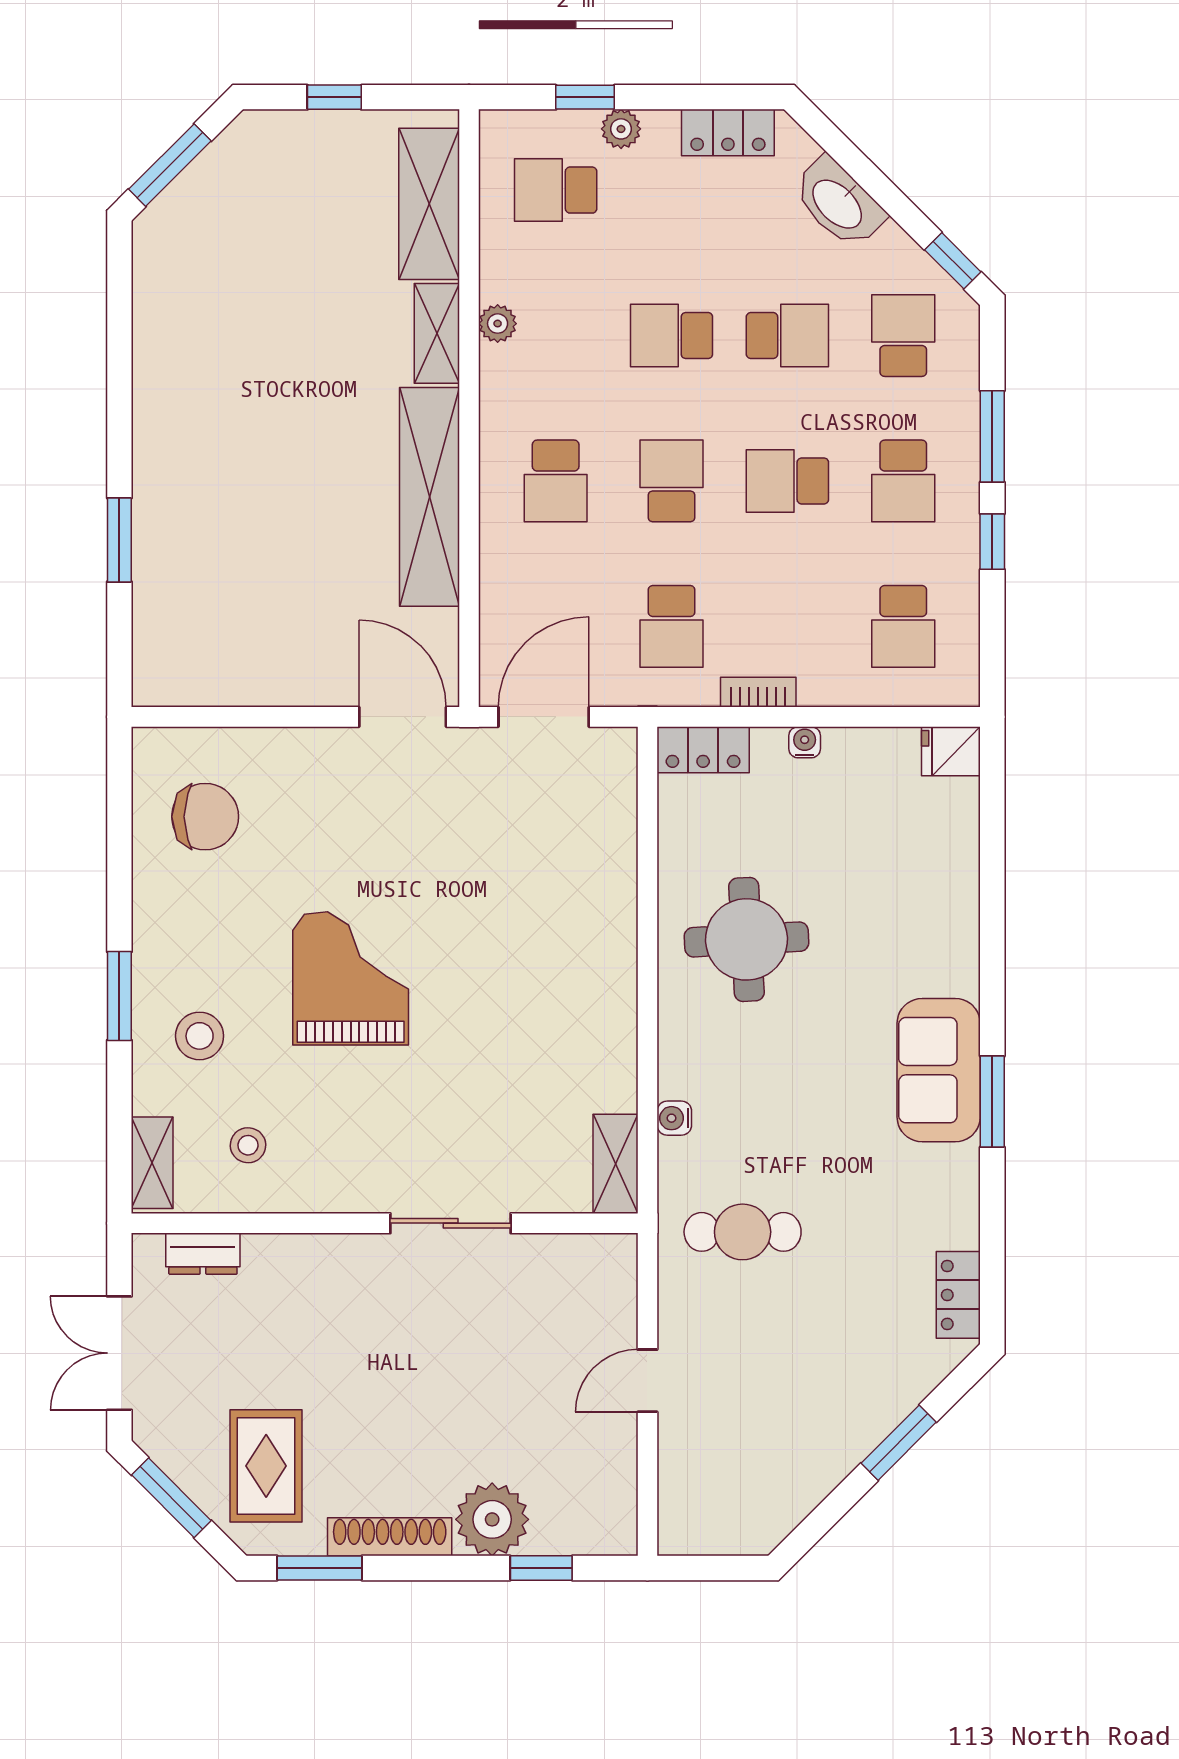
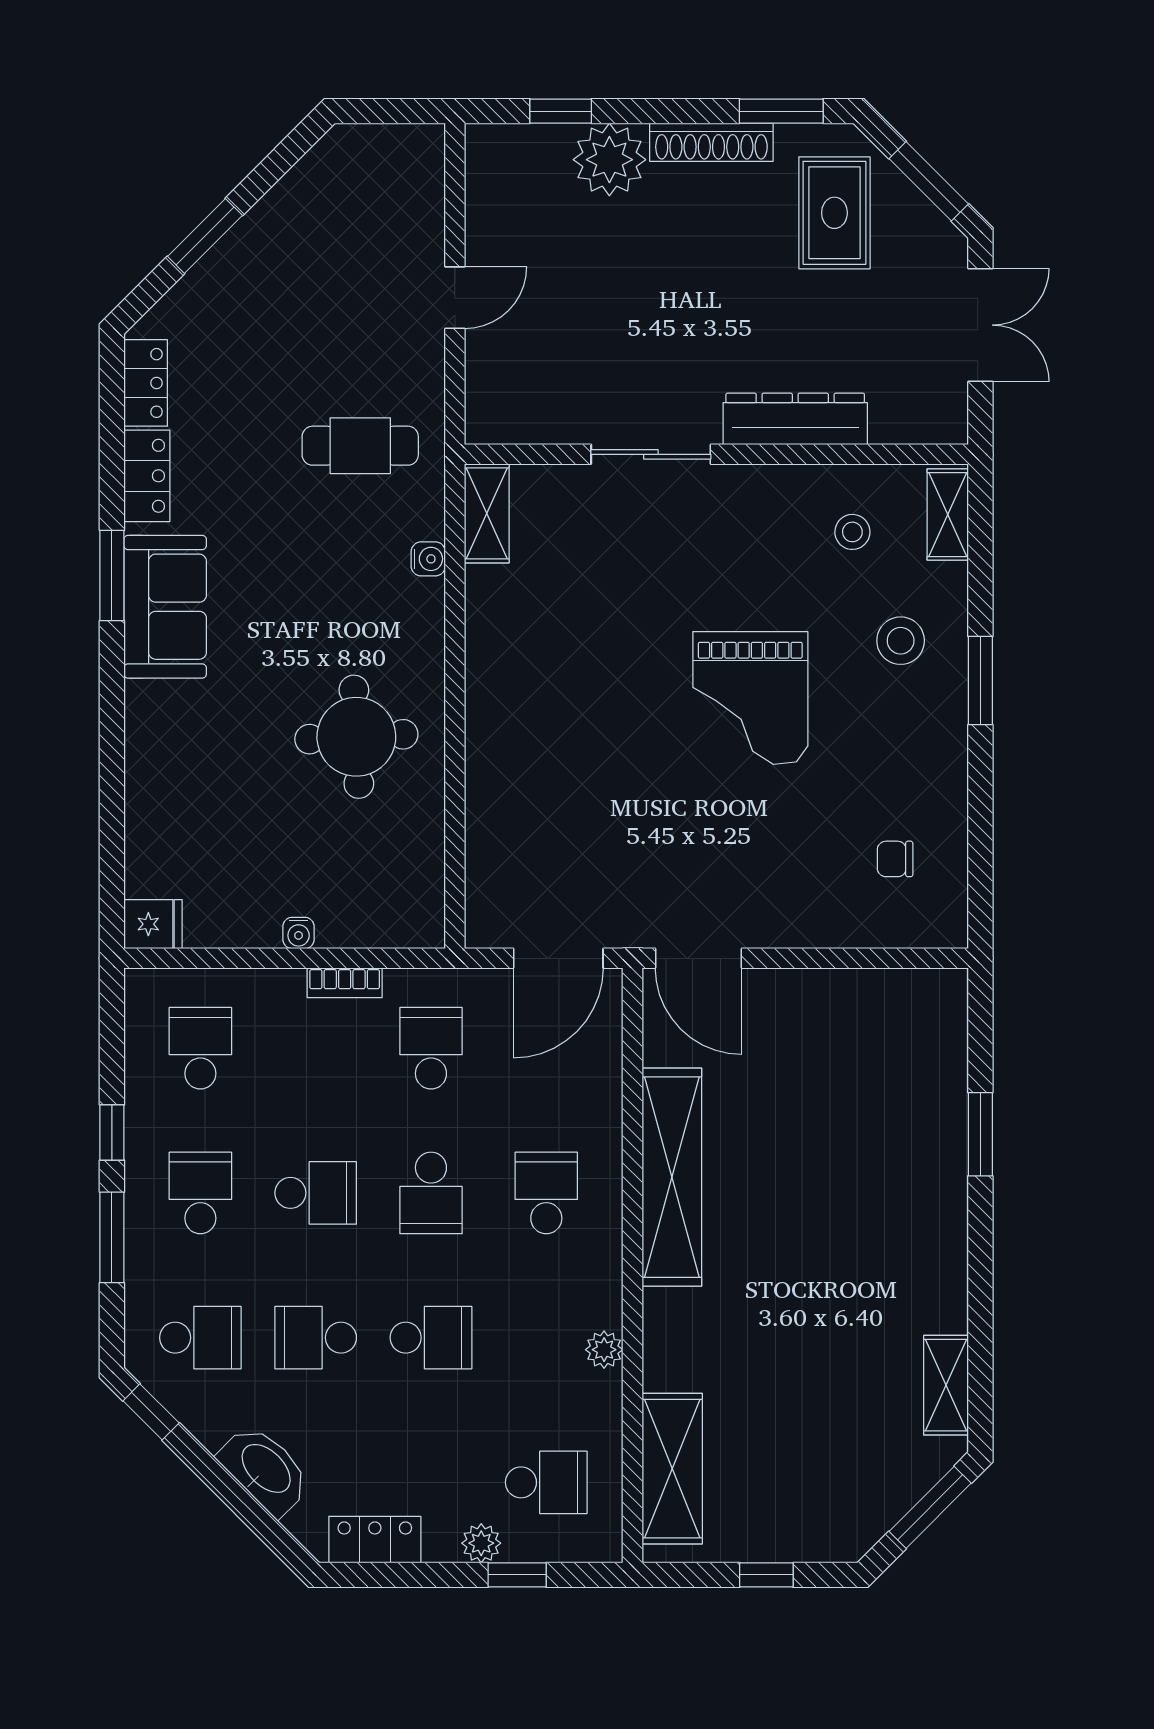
shelving: (437, 333) -> (946, 1385), moved
school desk: (903, 336) -> (200, 1338), turned -90
locker: (703, 750) -> (147, 476), moved, turned 90
chair: (205, 817) -> (895, 859), width x0.54, depth x0.54
dresser: (203, 1254) -> (795, 419), moved, width x1.96, depth x1.24

